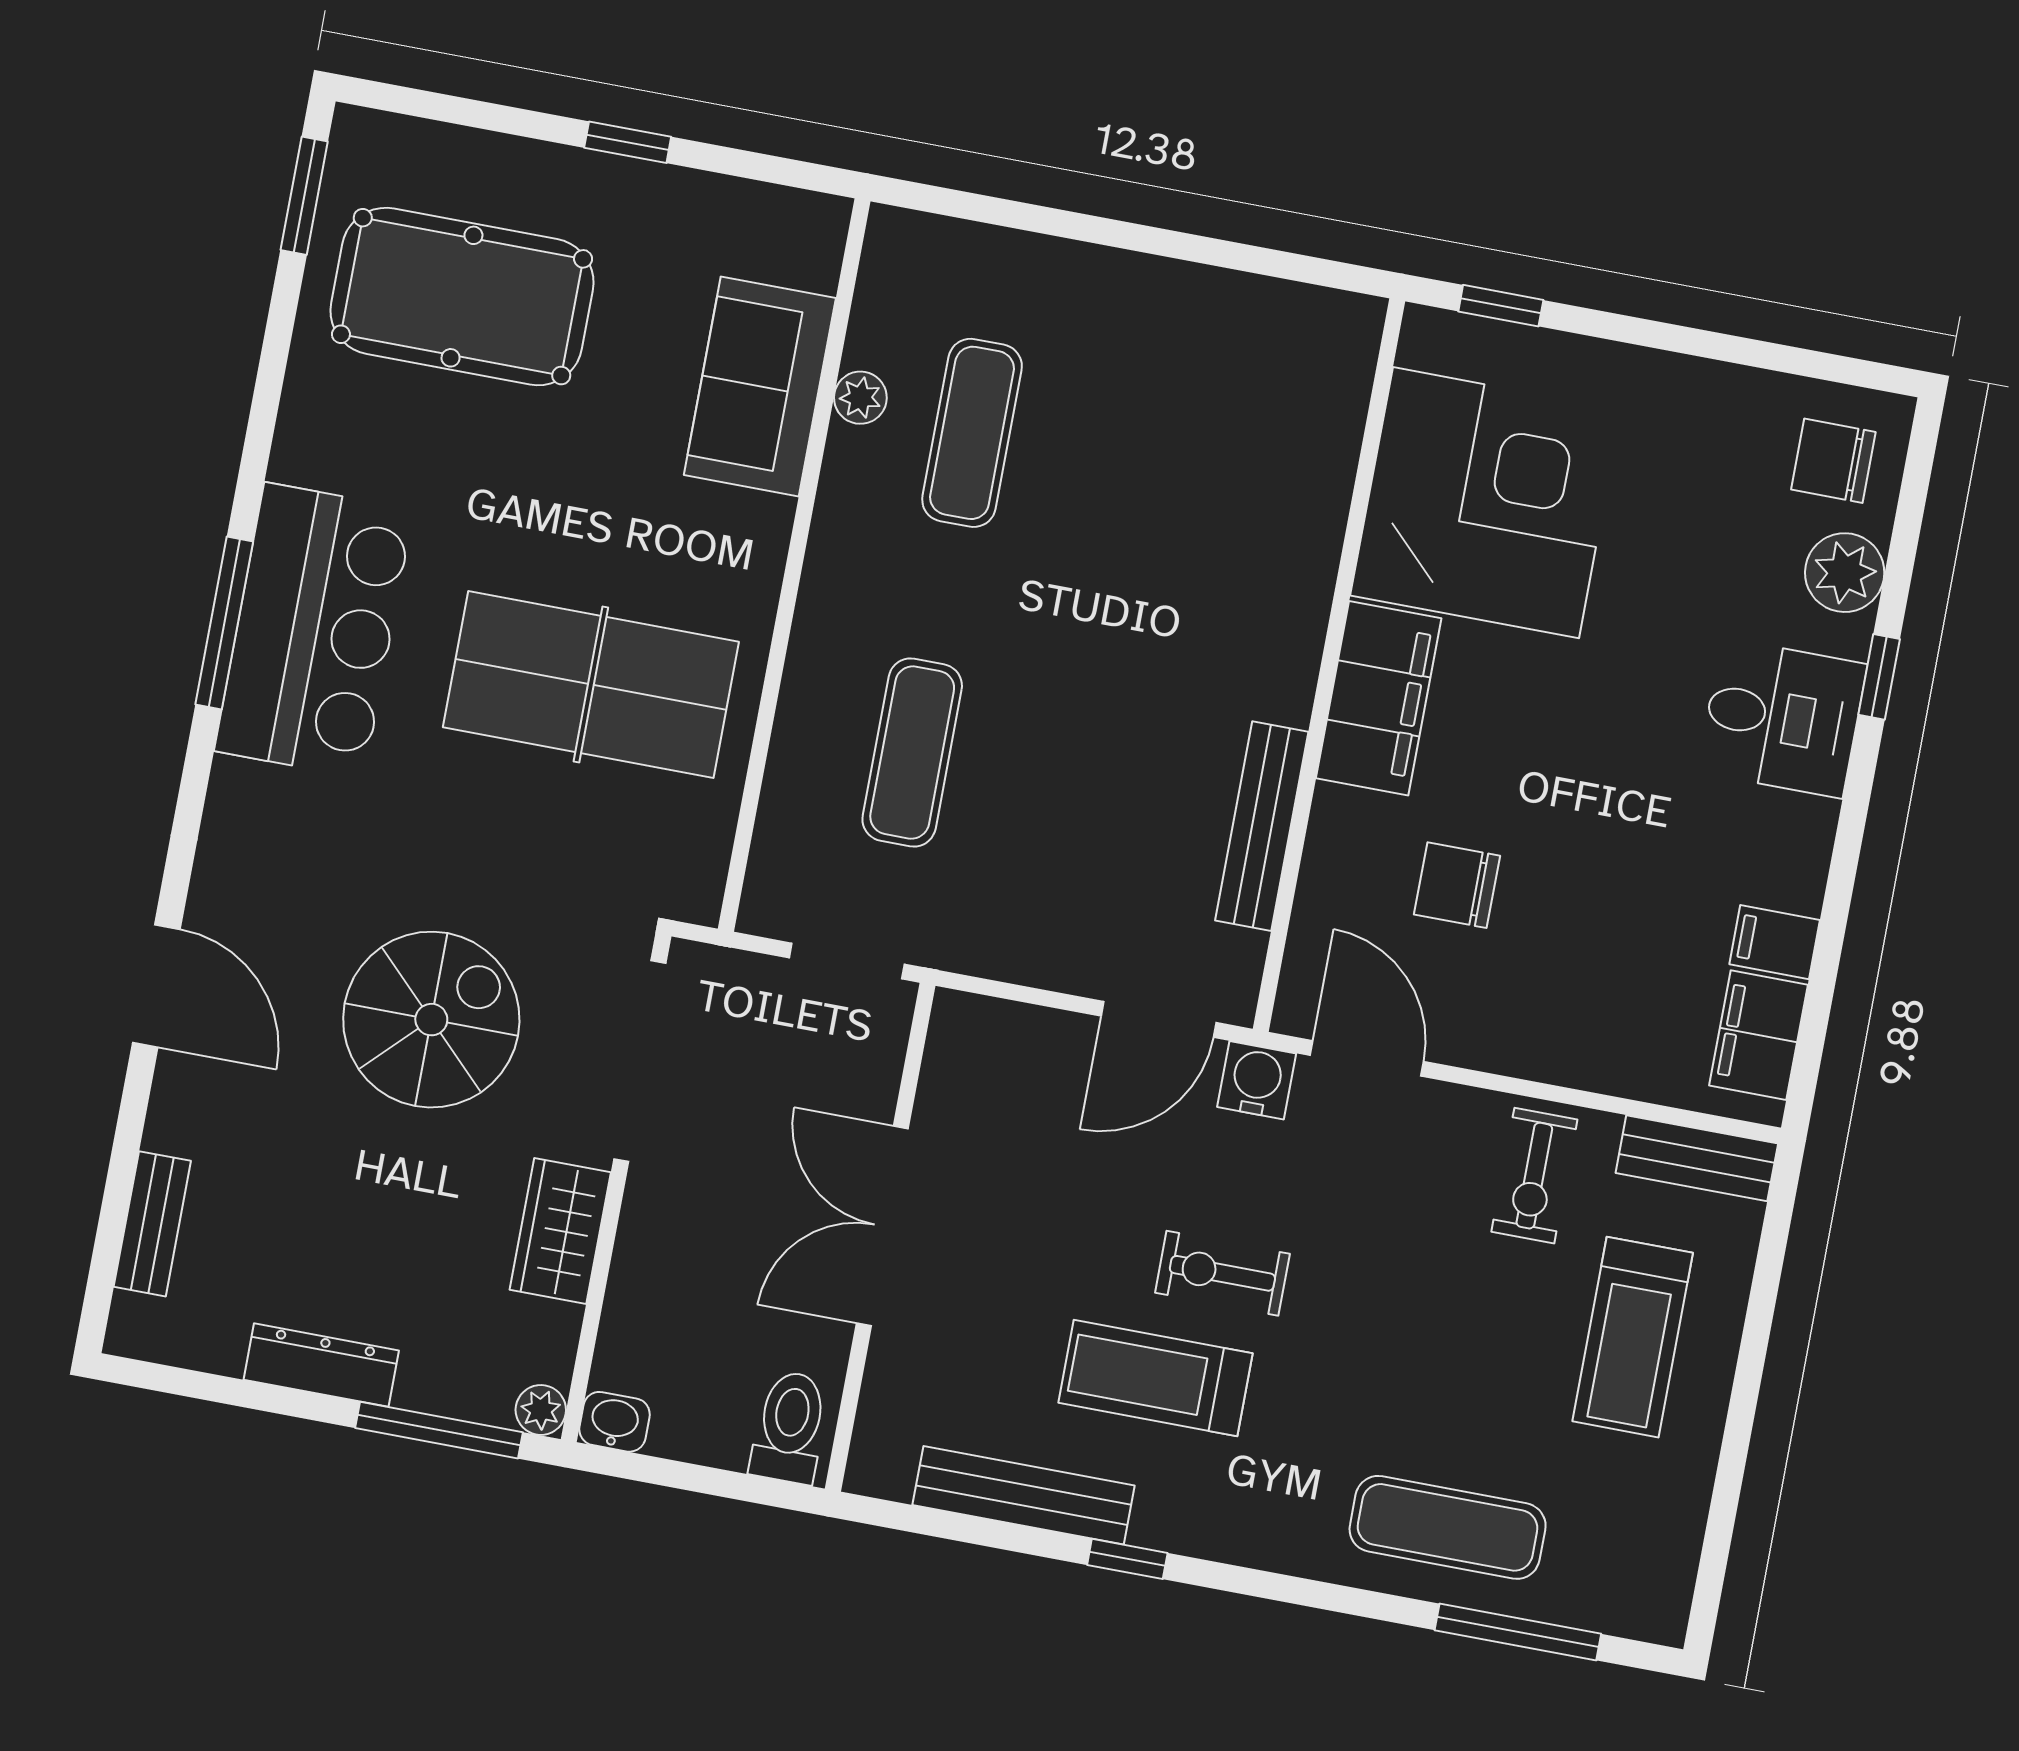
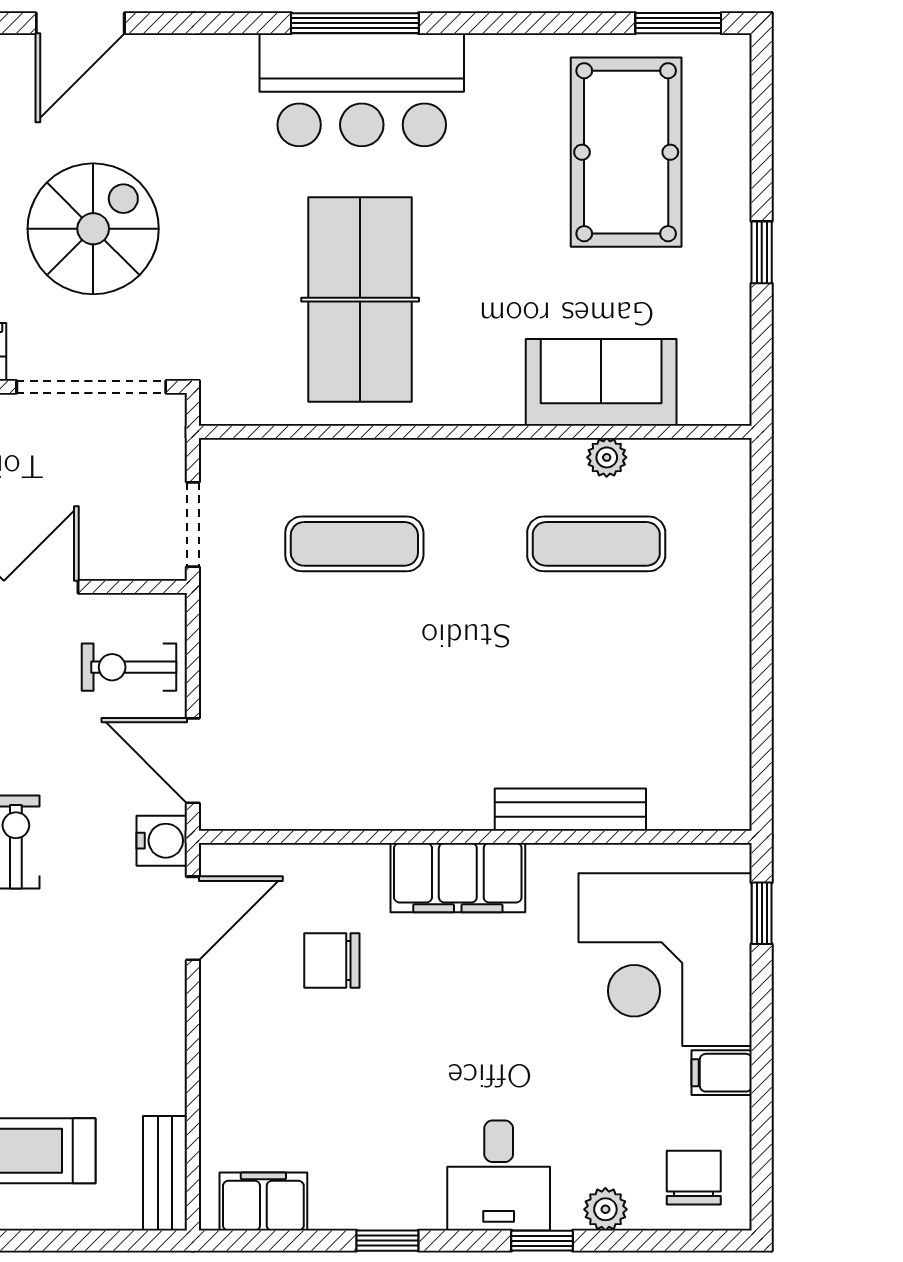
corner desk: (1486, 503) -> (665, 960), moved, turned 90
plant: (1845, 573) -> (605, 1209), width x0.73, depth x0.73
bench: (1262, 826) -> (570, 810), moved
window: (1841, 881) -> (387, 1241), added
chair: (1457, 885) -> (332, 960), turned -90
filing cabinet: (1775, 942) -> (722, 1073), moved, turned -90
spiral stairs: (431, 1020) -> (93, 229), turned -90
exercise bike: (1534, 1176) -> (129, 667), moved

